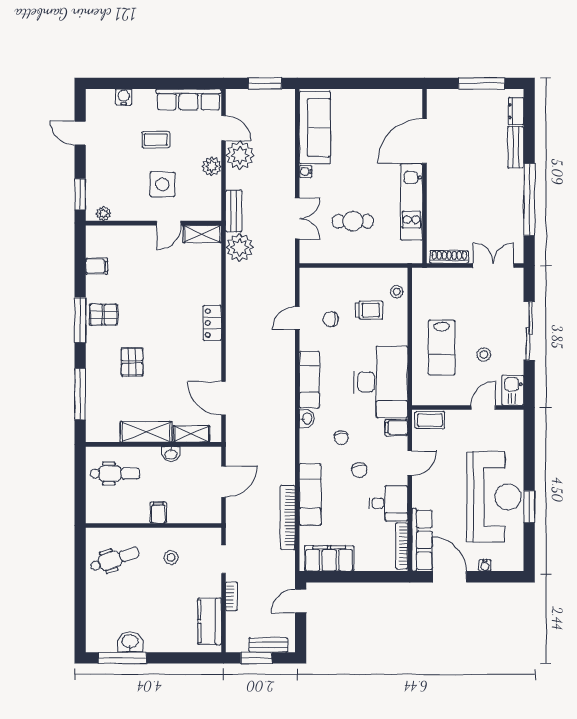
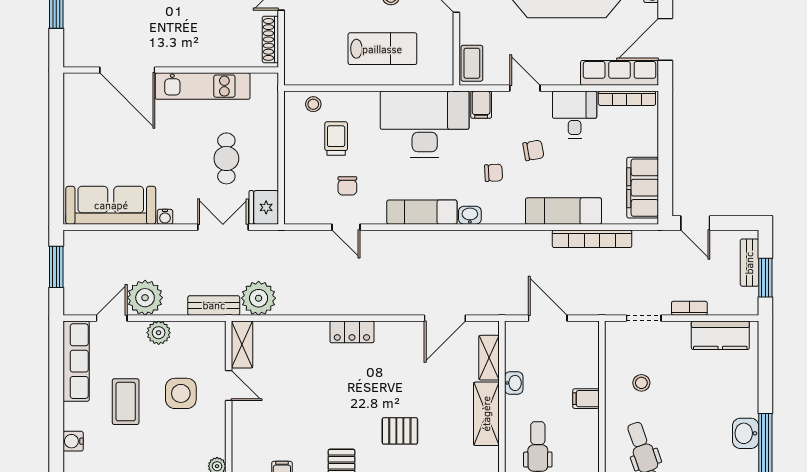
coffee table: (156, 140) -> (126, 402), width x1.36, depth x1.30
fridge: (313, 252) -> (264, 207), added

